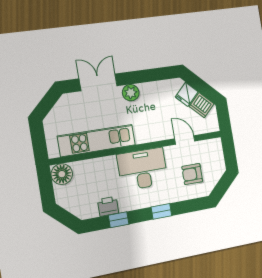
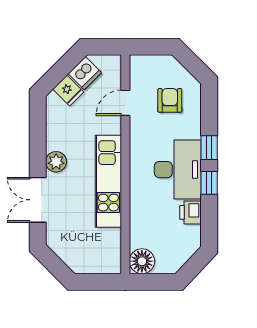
kitchen unit: (97, 140) -> (108, 181), moved
desk: (143, 169) -> (178, 170), moved, turned 180
armchair: (192, 174) -> (170, 100), turned 180
window: (119, 220) -> (209, 183), moved

